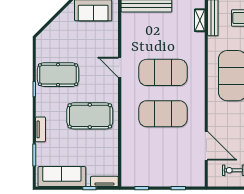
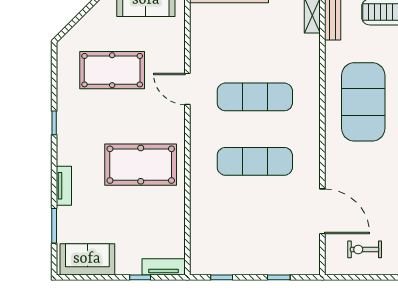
exercise mat: (163, 72) -> (255, 97), width x0.68
pool table: (58, 75) -> (112, 70), moved
exercise mat: (163, 114) -> (255, 161), width x0.68
sofa: (62, 177) -> (87, 259), width x0.73

